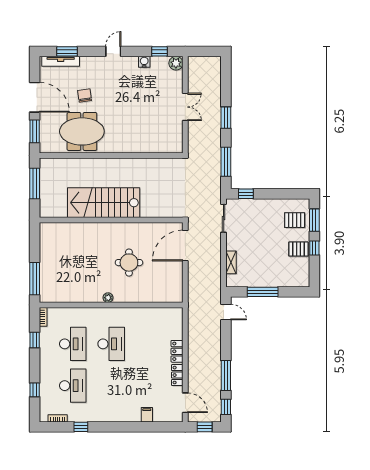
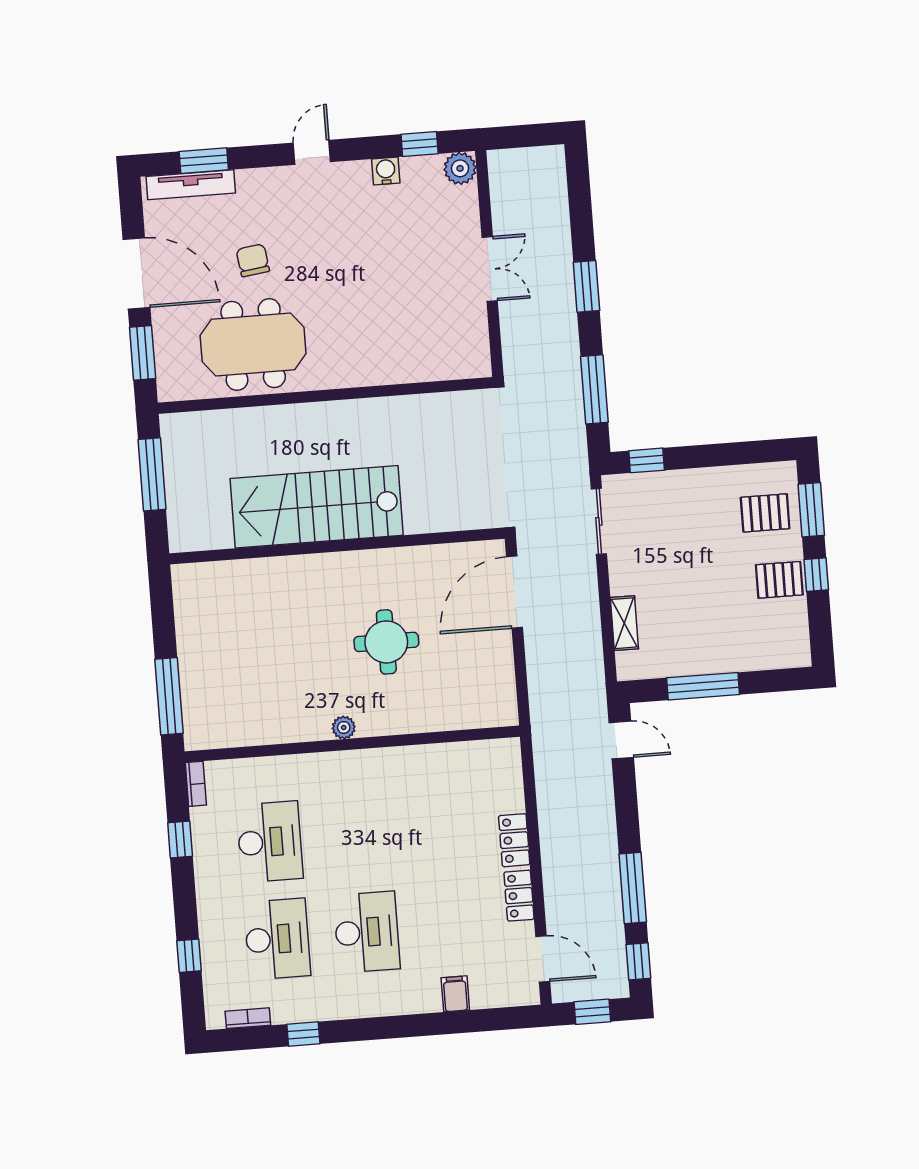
desk: (111, 344) -> (367, 932), moved

